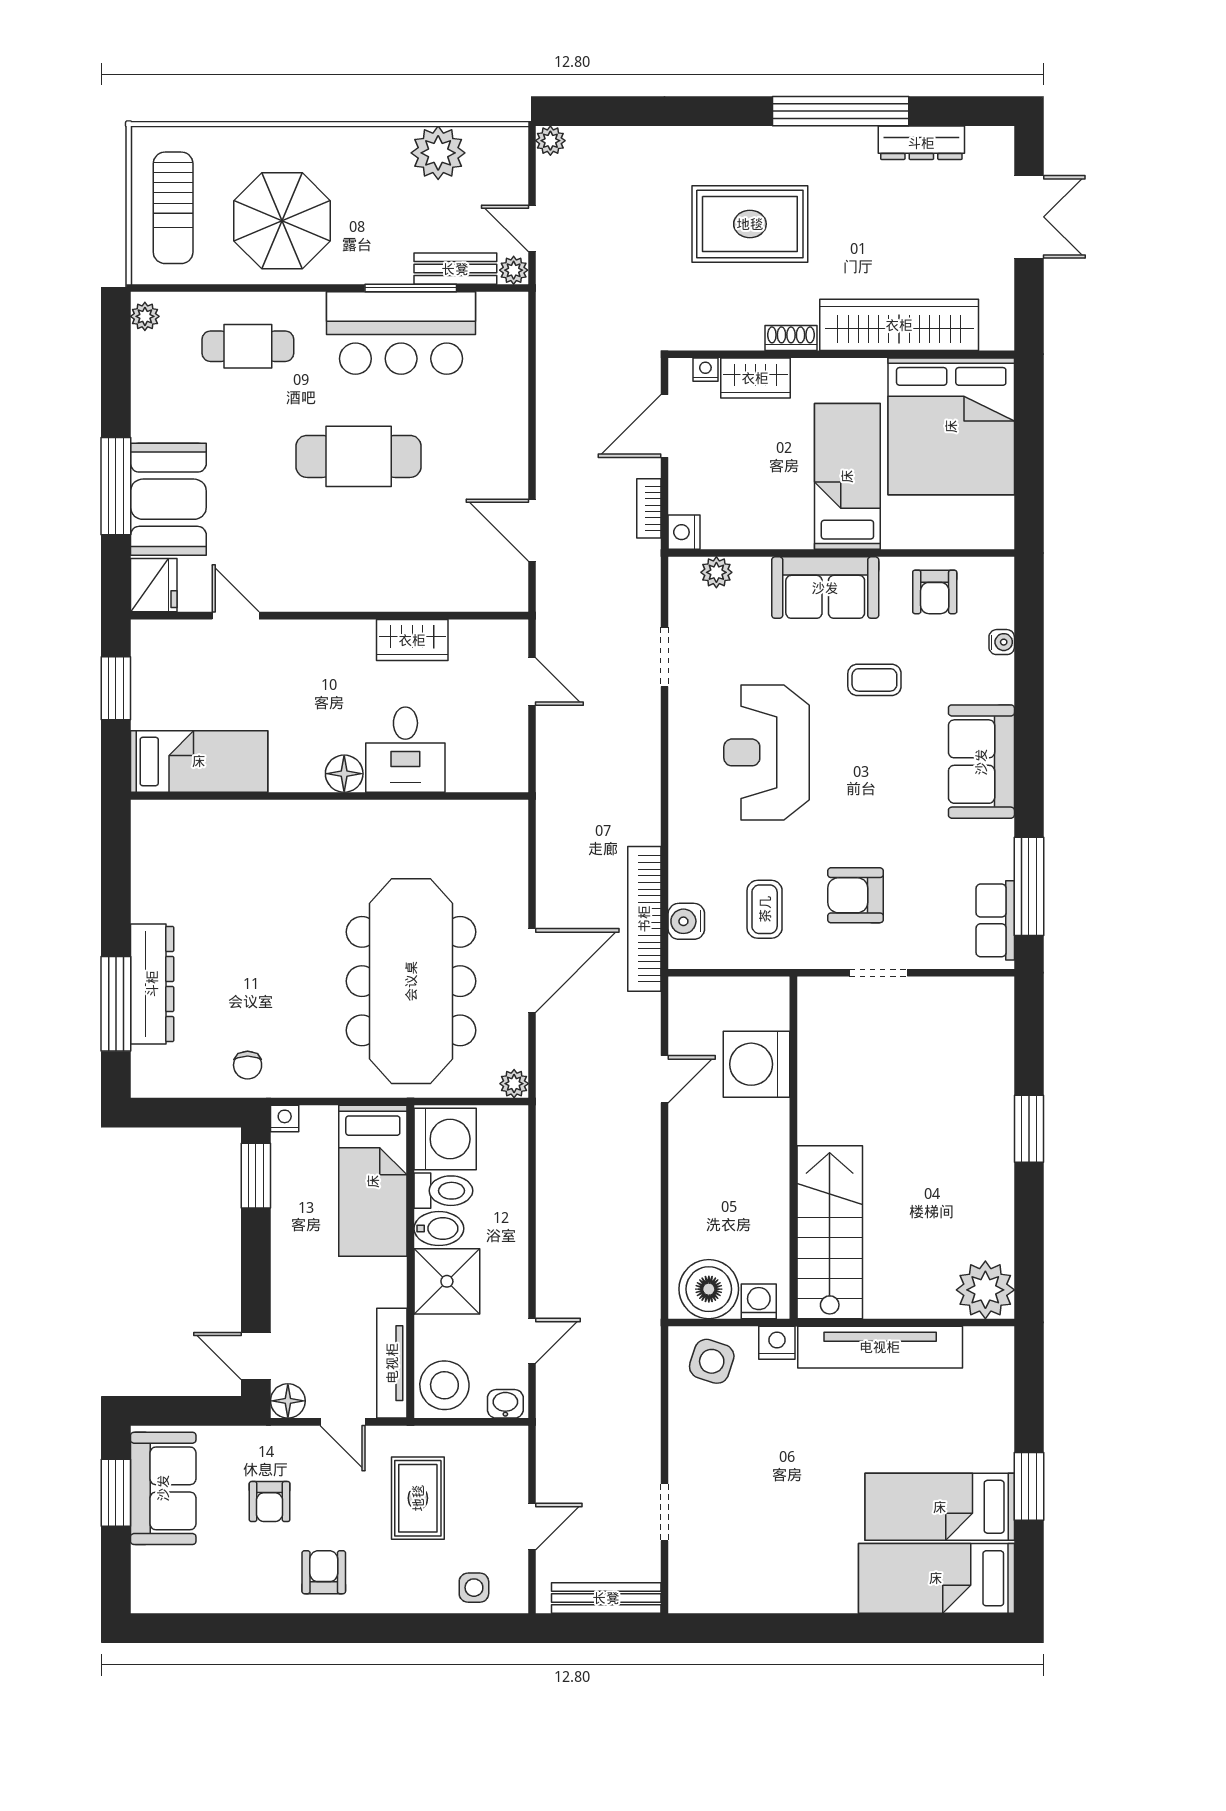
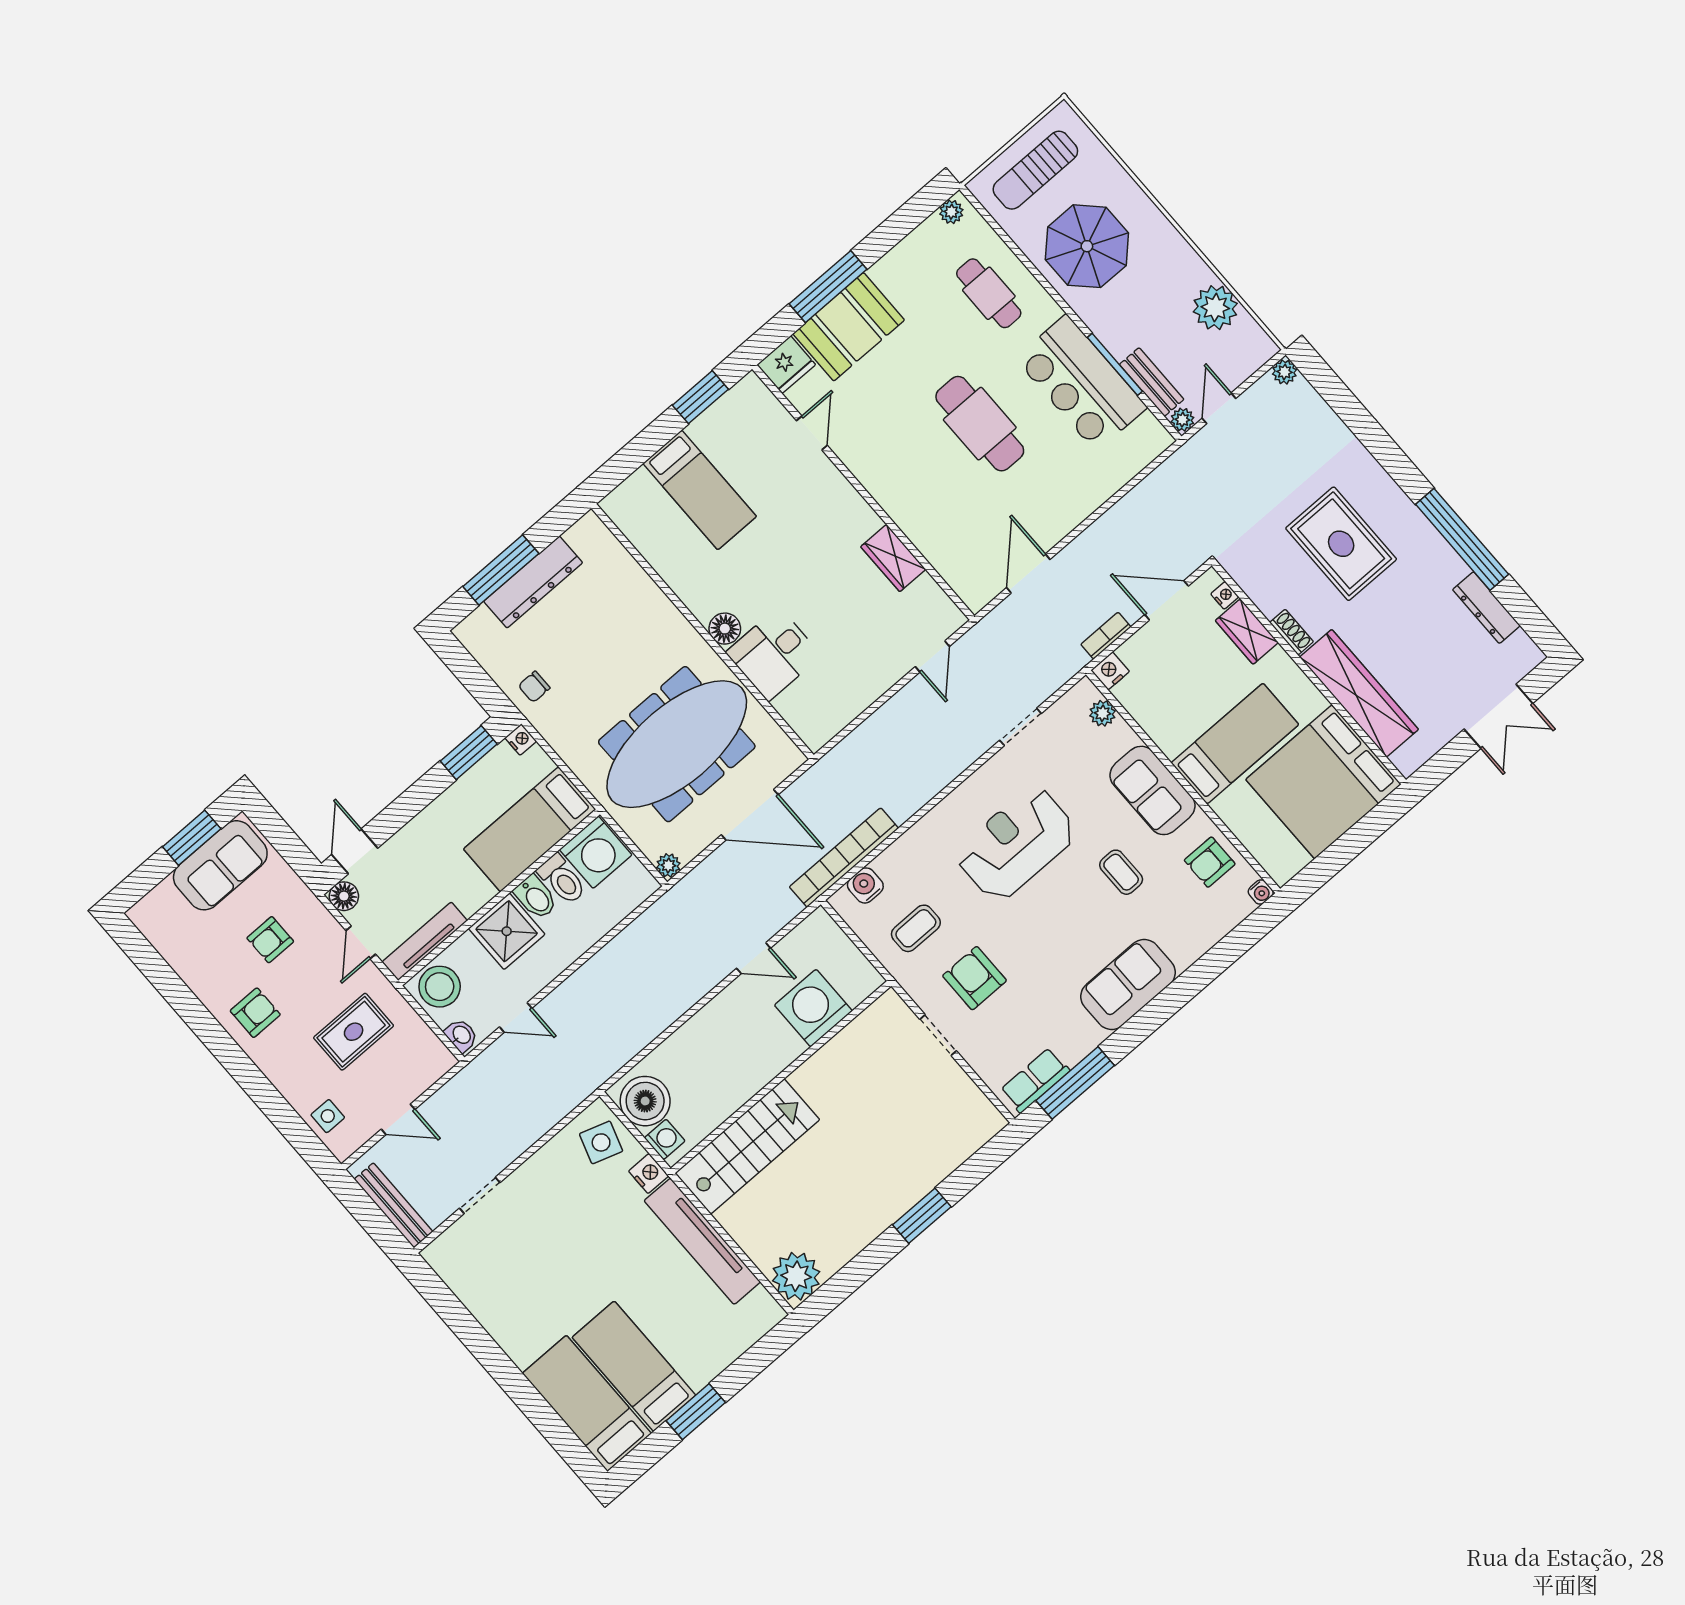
water cooler: (1002, 642) -> (1261, 892), moved
desk: (405, 750) -> (773, 654), moved
floor lamp: (344, 774) -> (725, 629), moved
wall: (329, 796) -> (703, 632), moved

